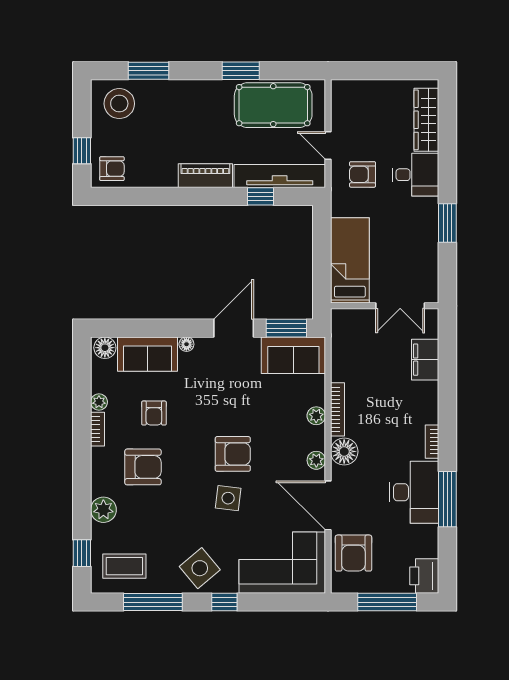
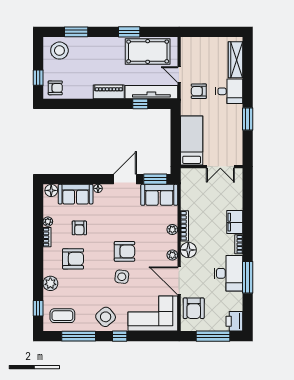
filing cabinet: (425, 360) -> (235, 222), moved

